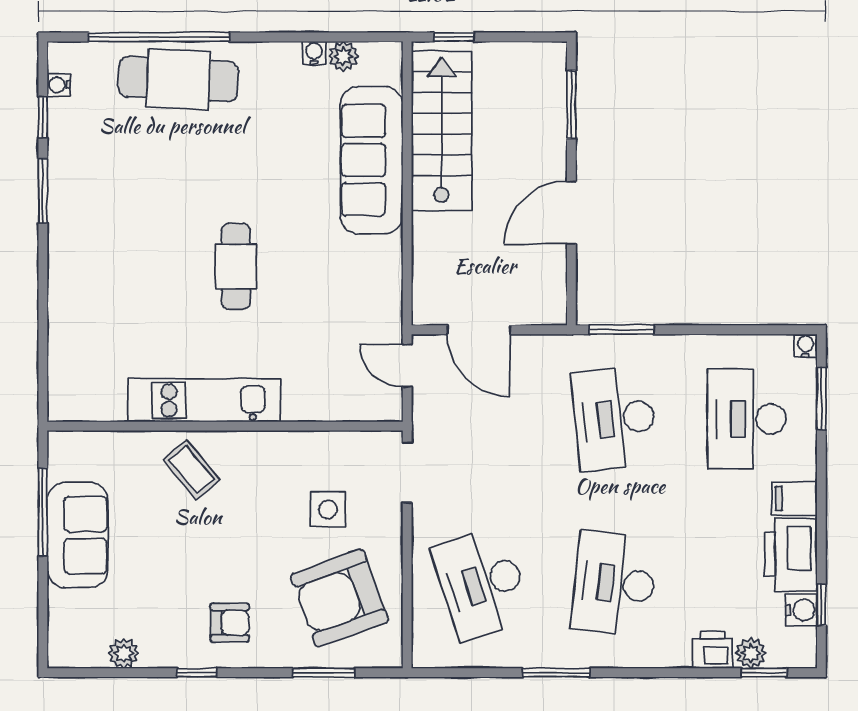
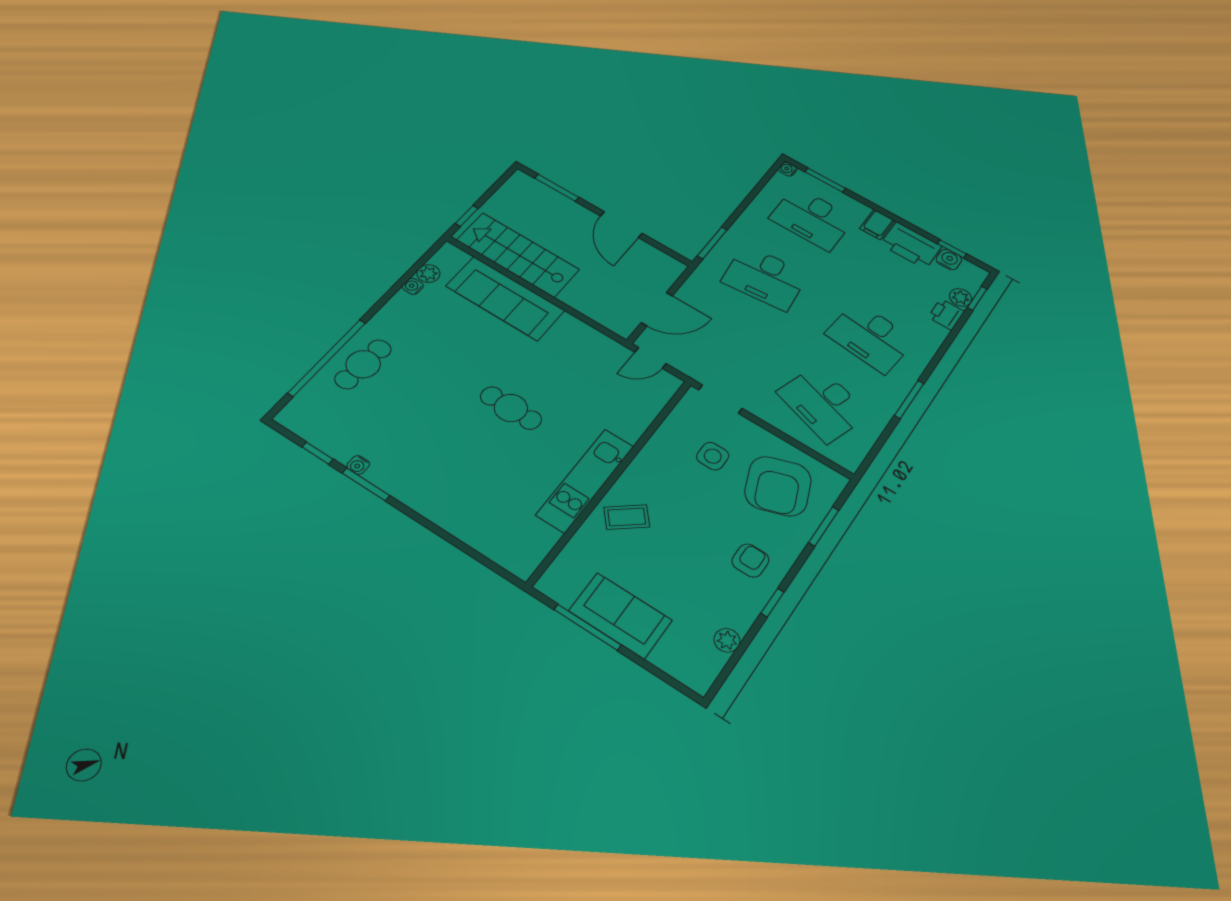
cafe table: (178, 79) -> (363, 364), width x0.73, depth x0.74
water cooler: (59, 85) -> (358, 465), moved
desk: (482, 584) -> (823, 403), turned 36

